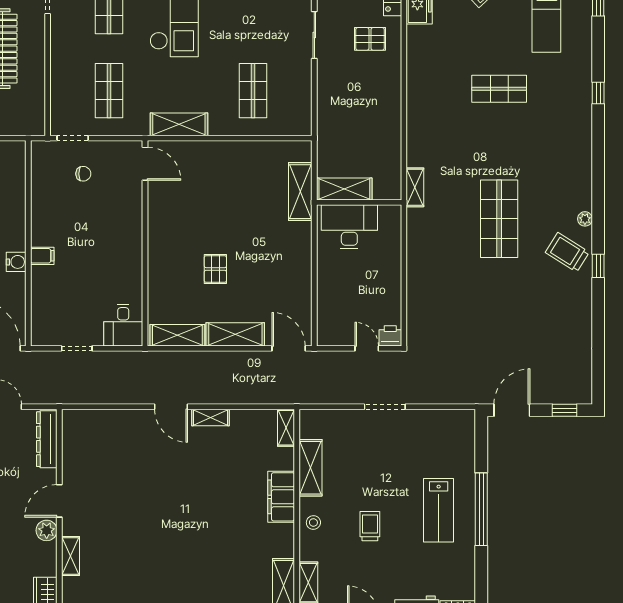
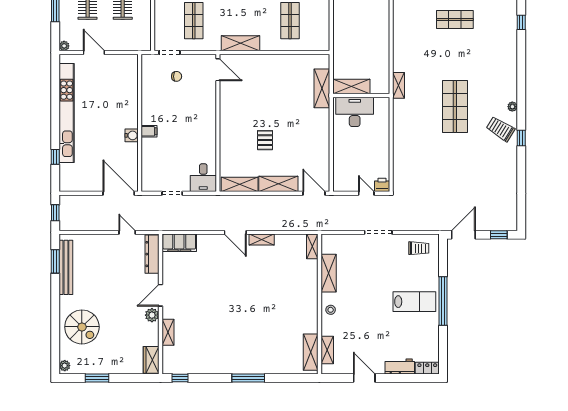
filing cabinet: (281, 497) -> (179, 243), moved, turned -90
lab bench: (439, 510) -> (414, 302), turned -90
trolley: (370, 526) -> (419, 248), moved, turned 90

